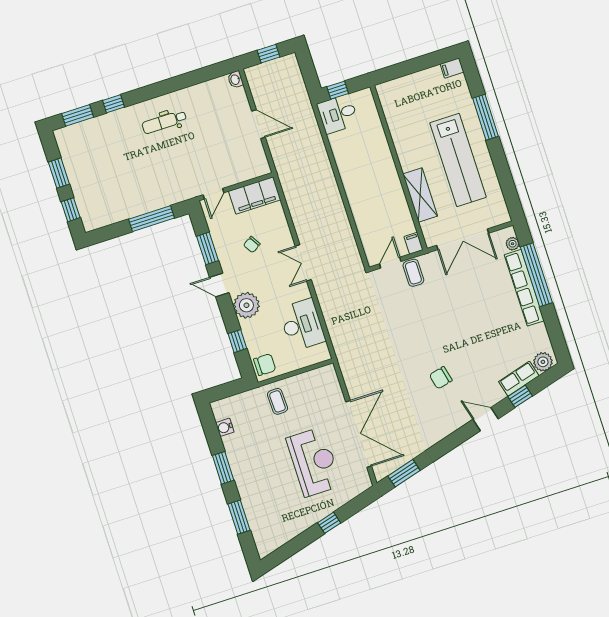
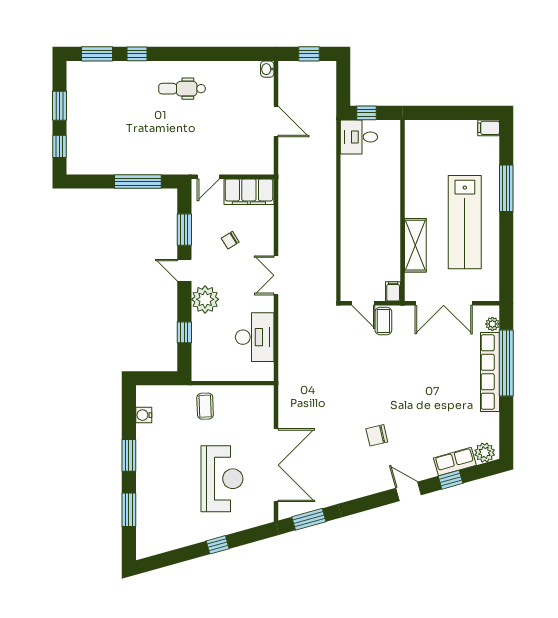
door: (390, 263) -> (363, 303), swing flipped
chair: (265, 365) -> (204, 365), removed

